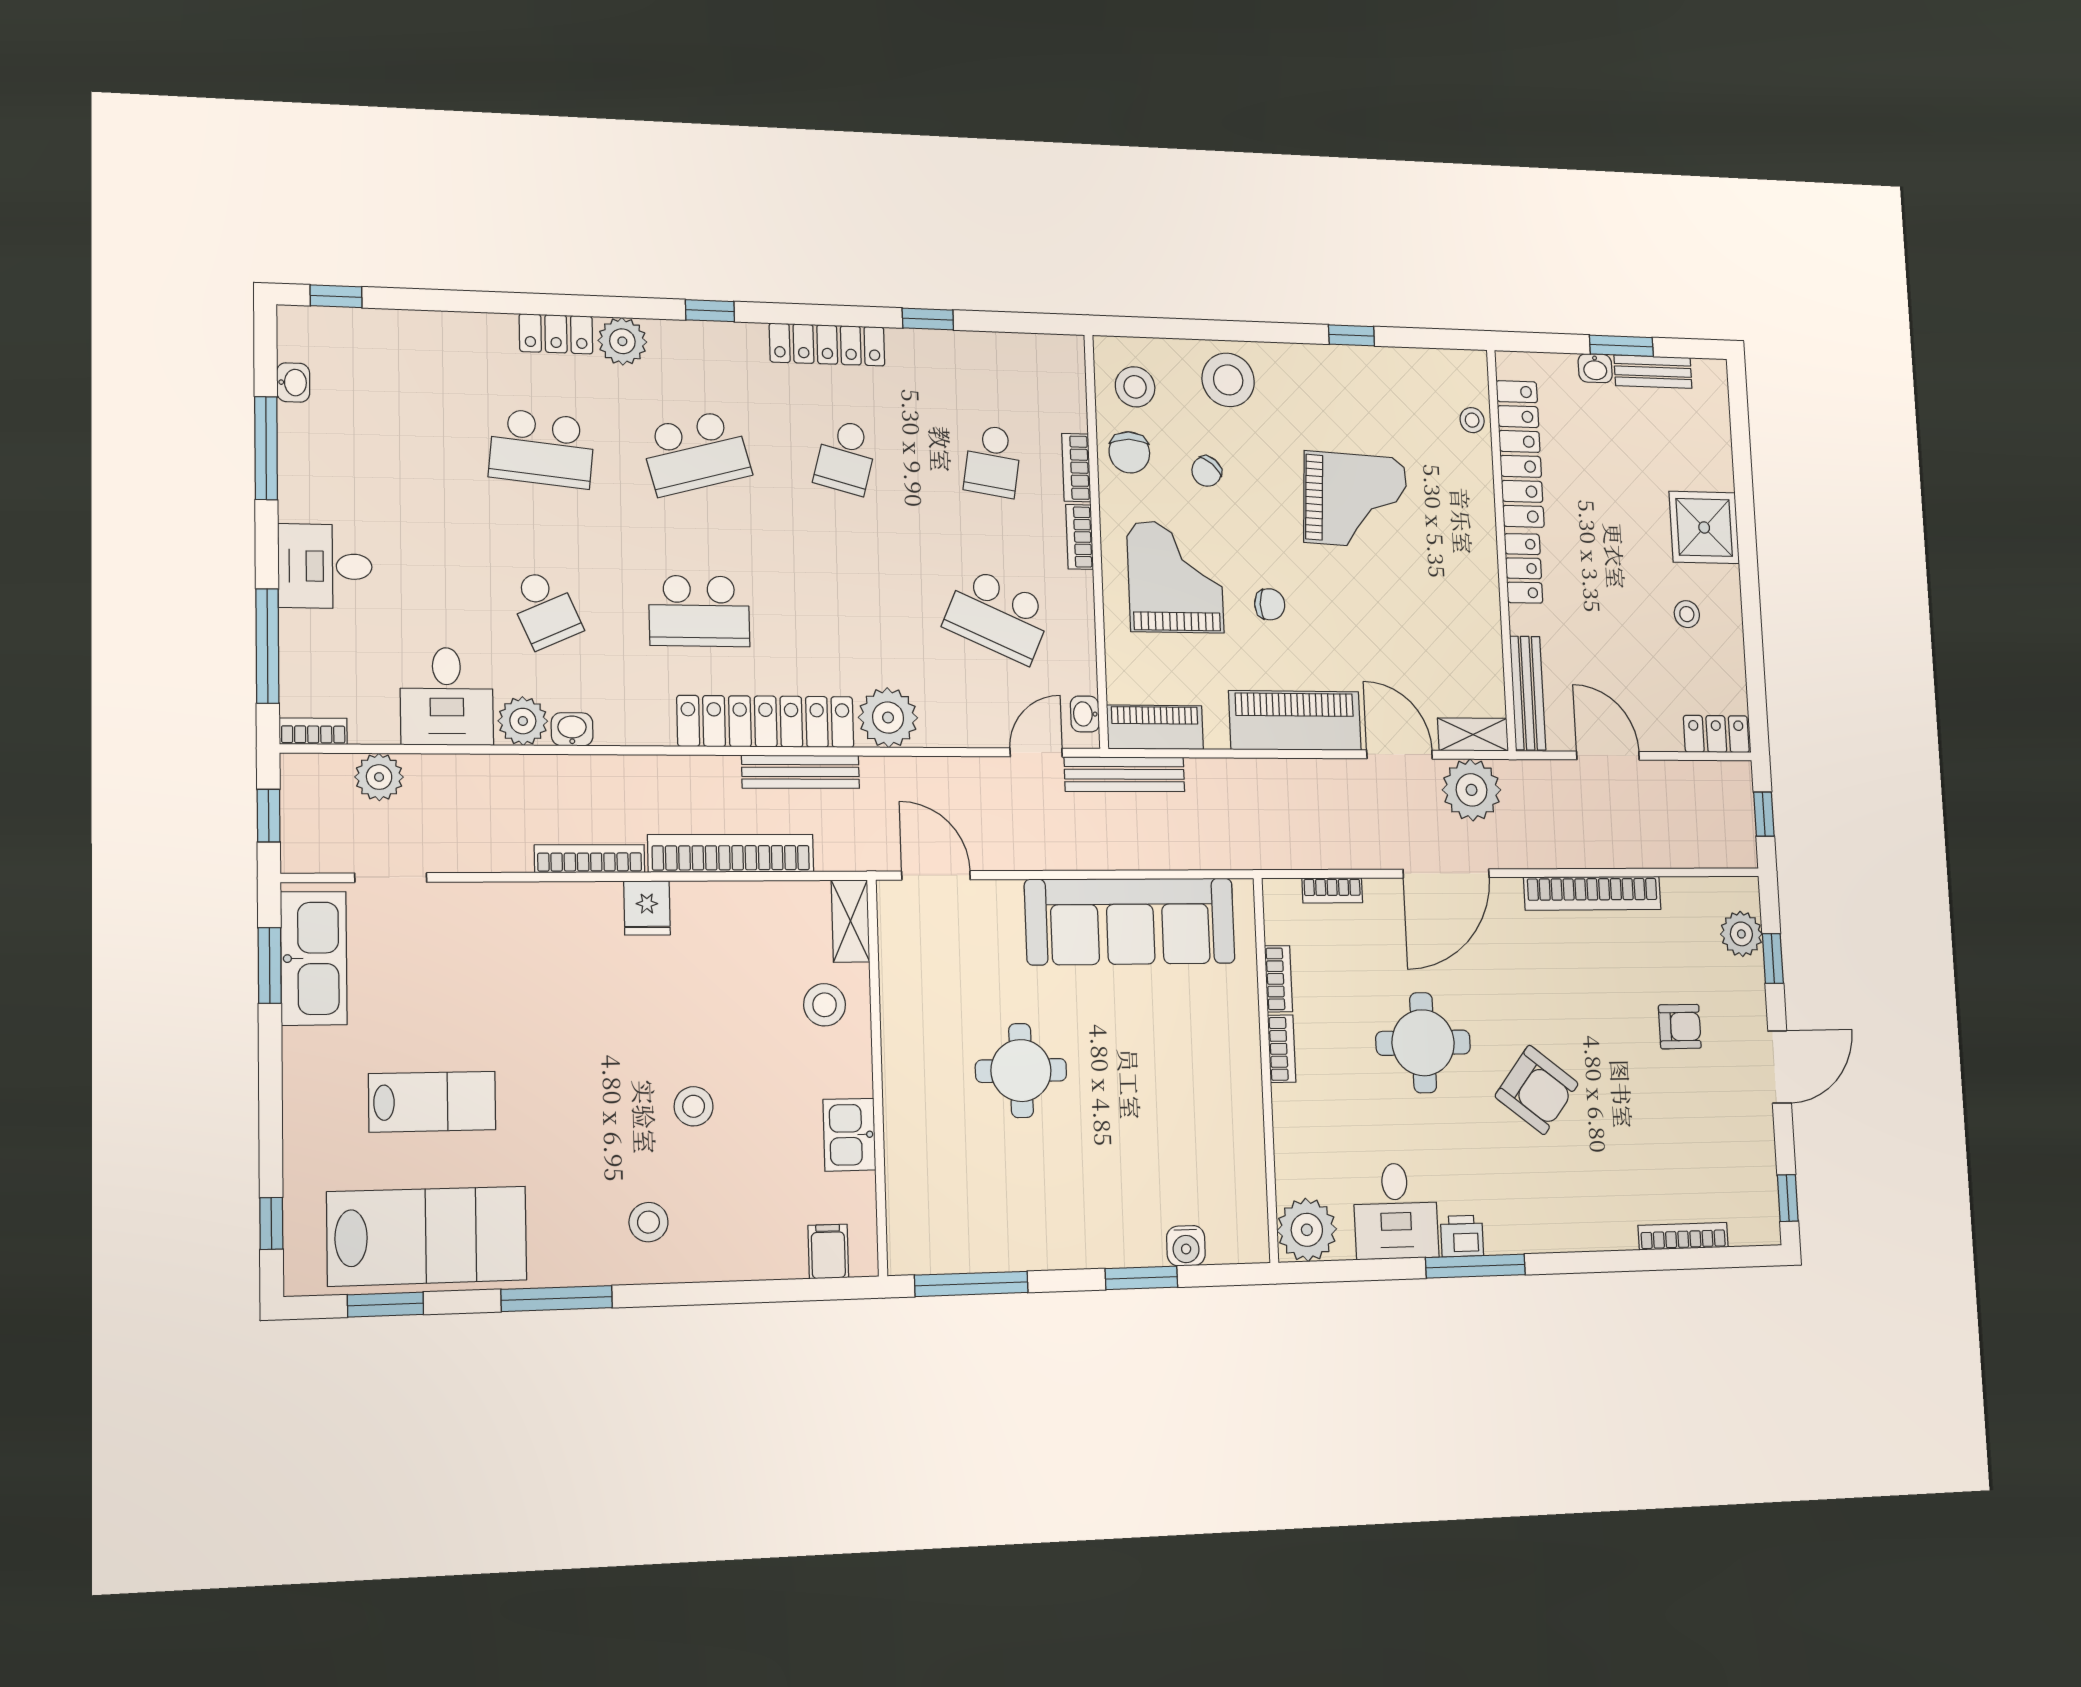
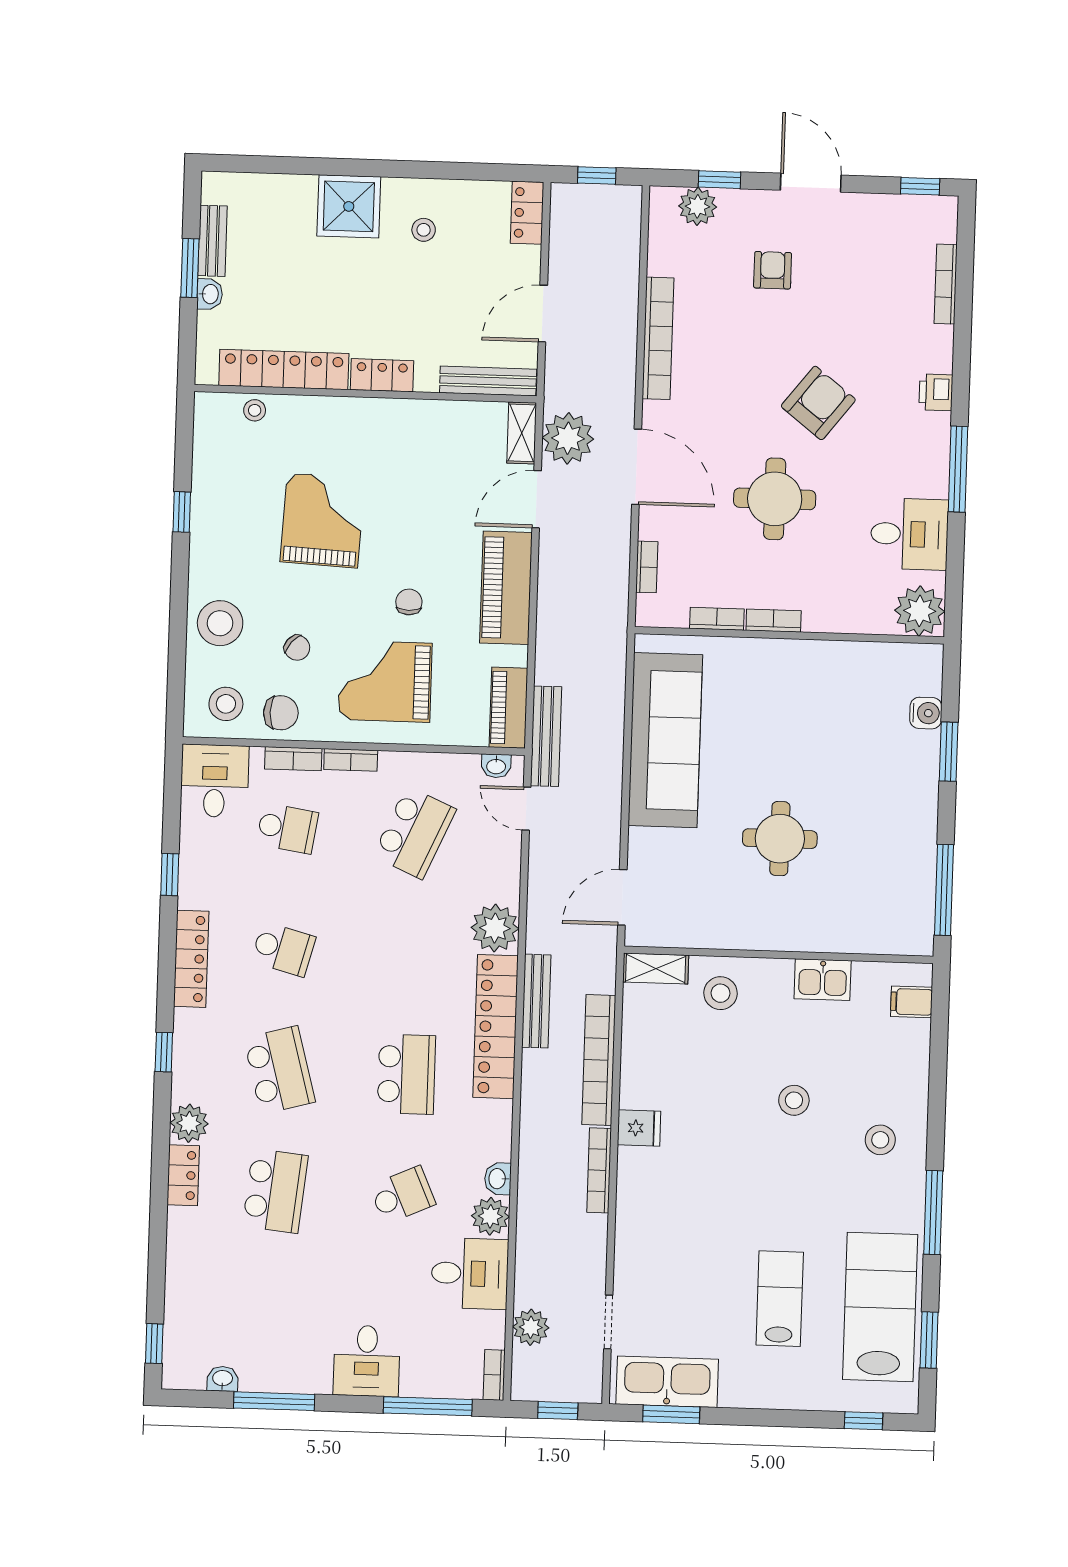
desk: (1043, 373) -> (215, 781), added
printer: (1462, 1236) -> (936, 392), moved

